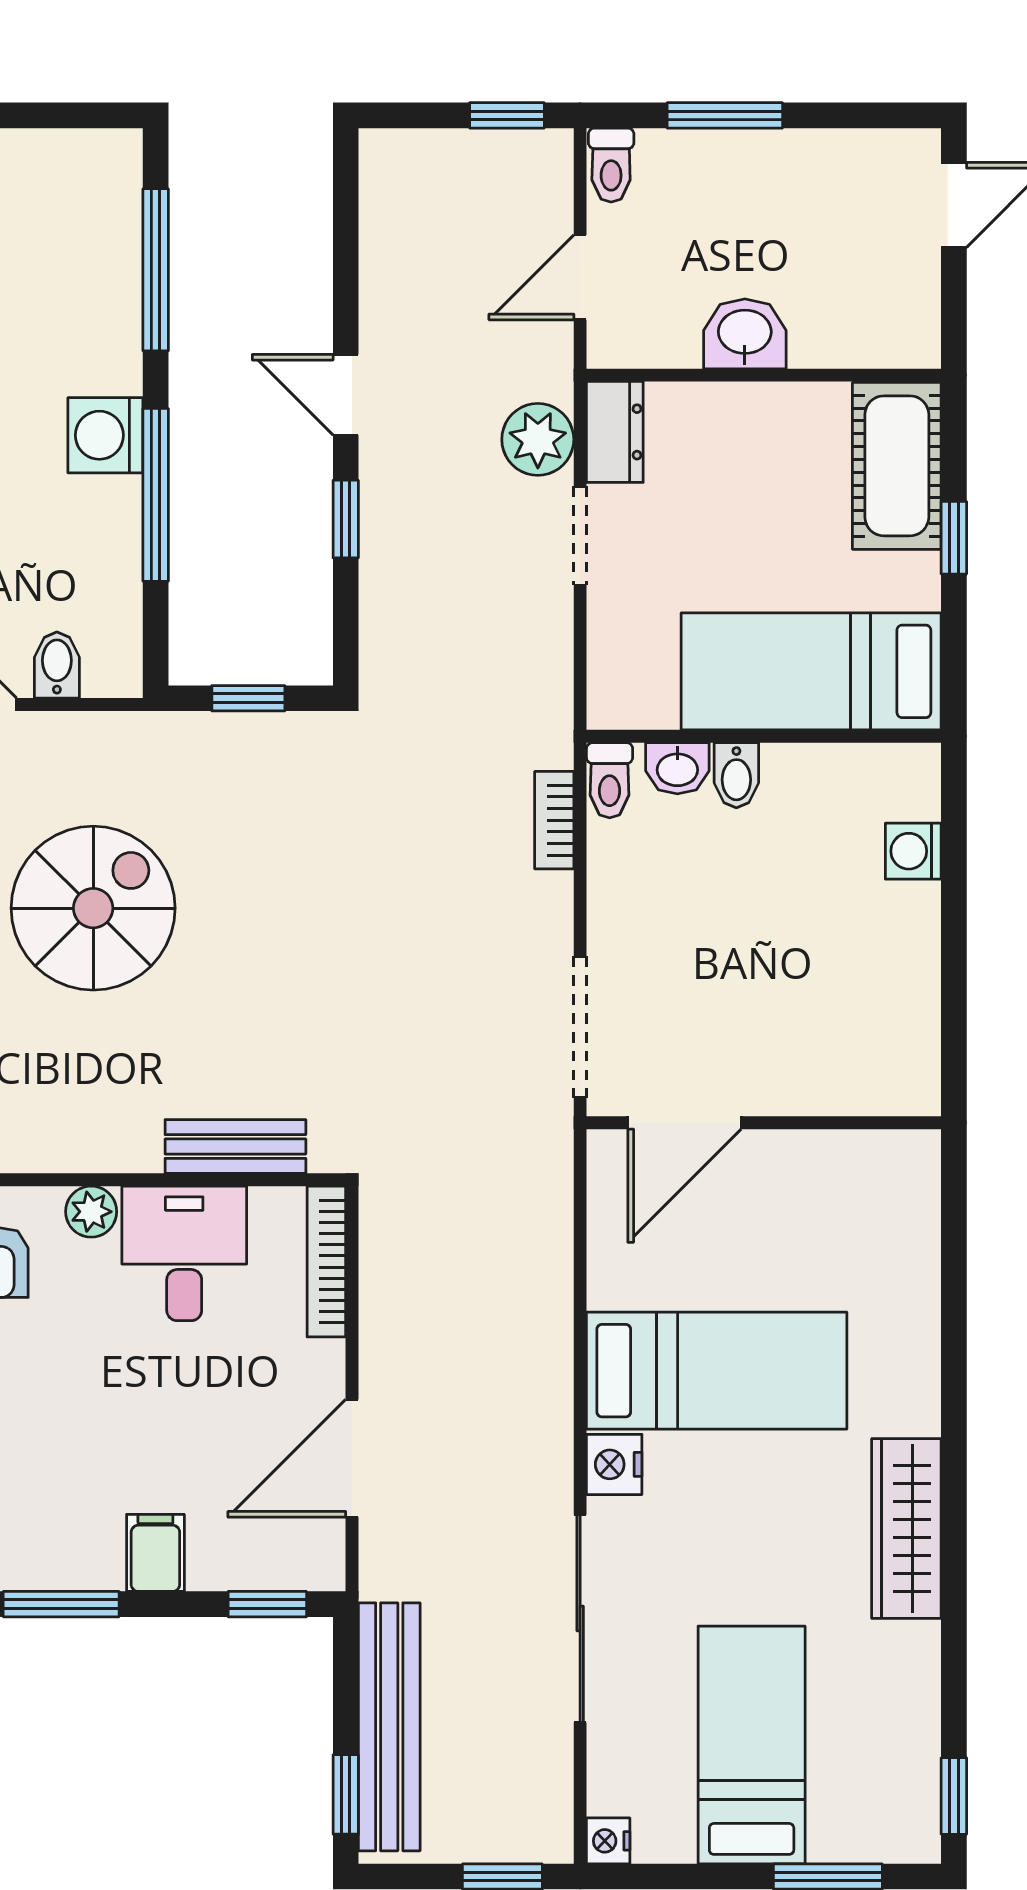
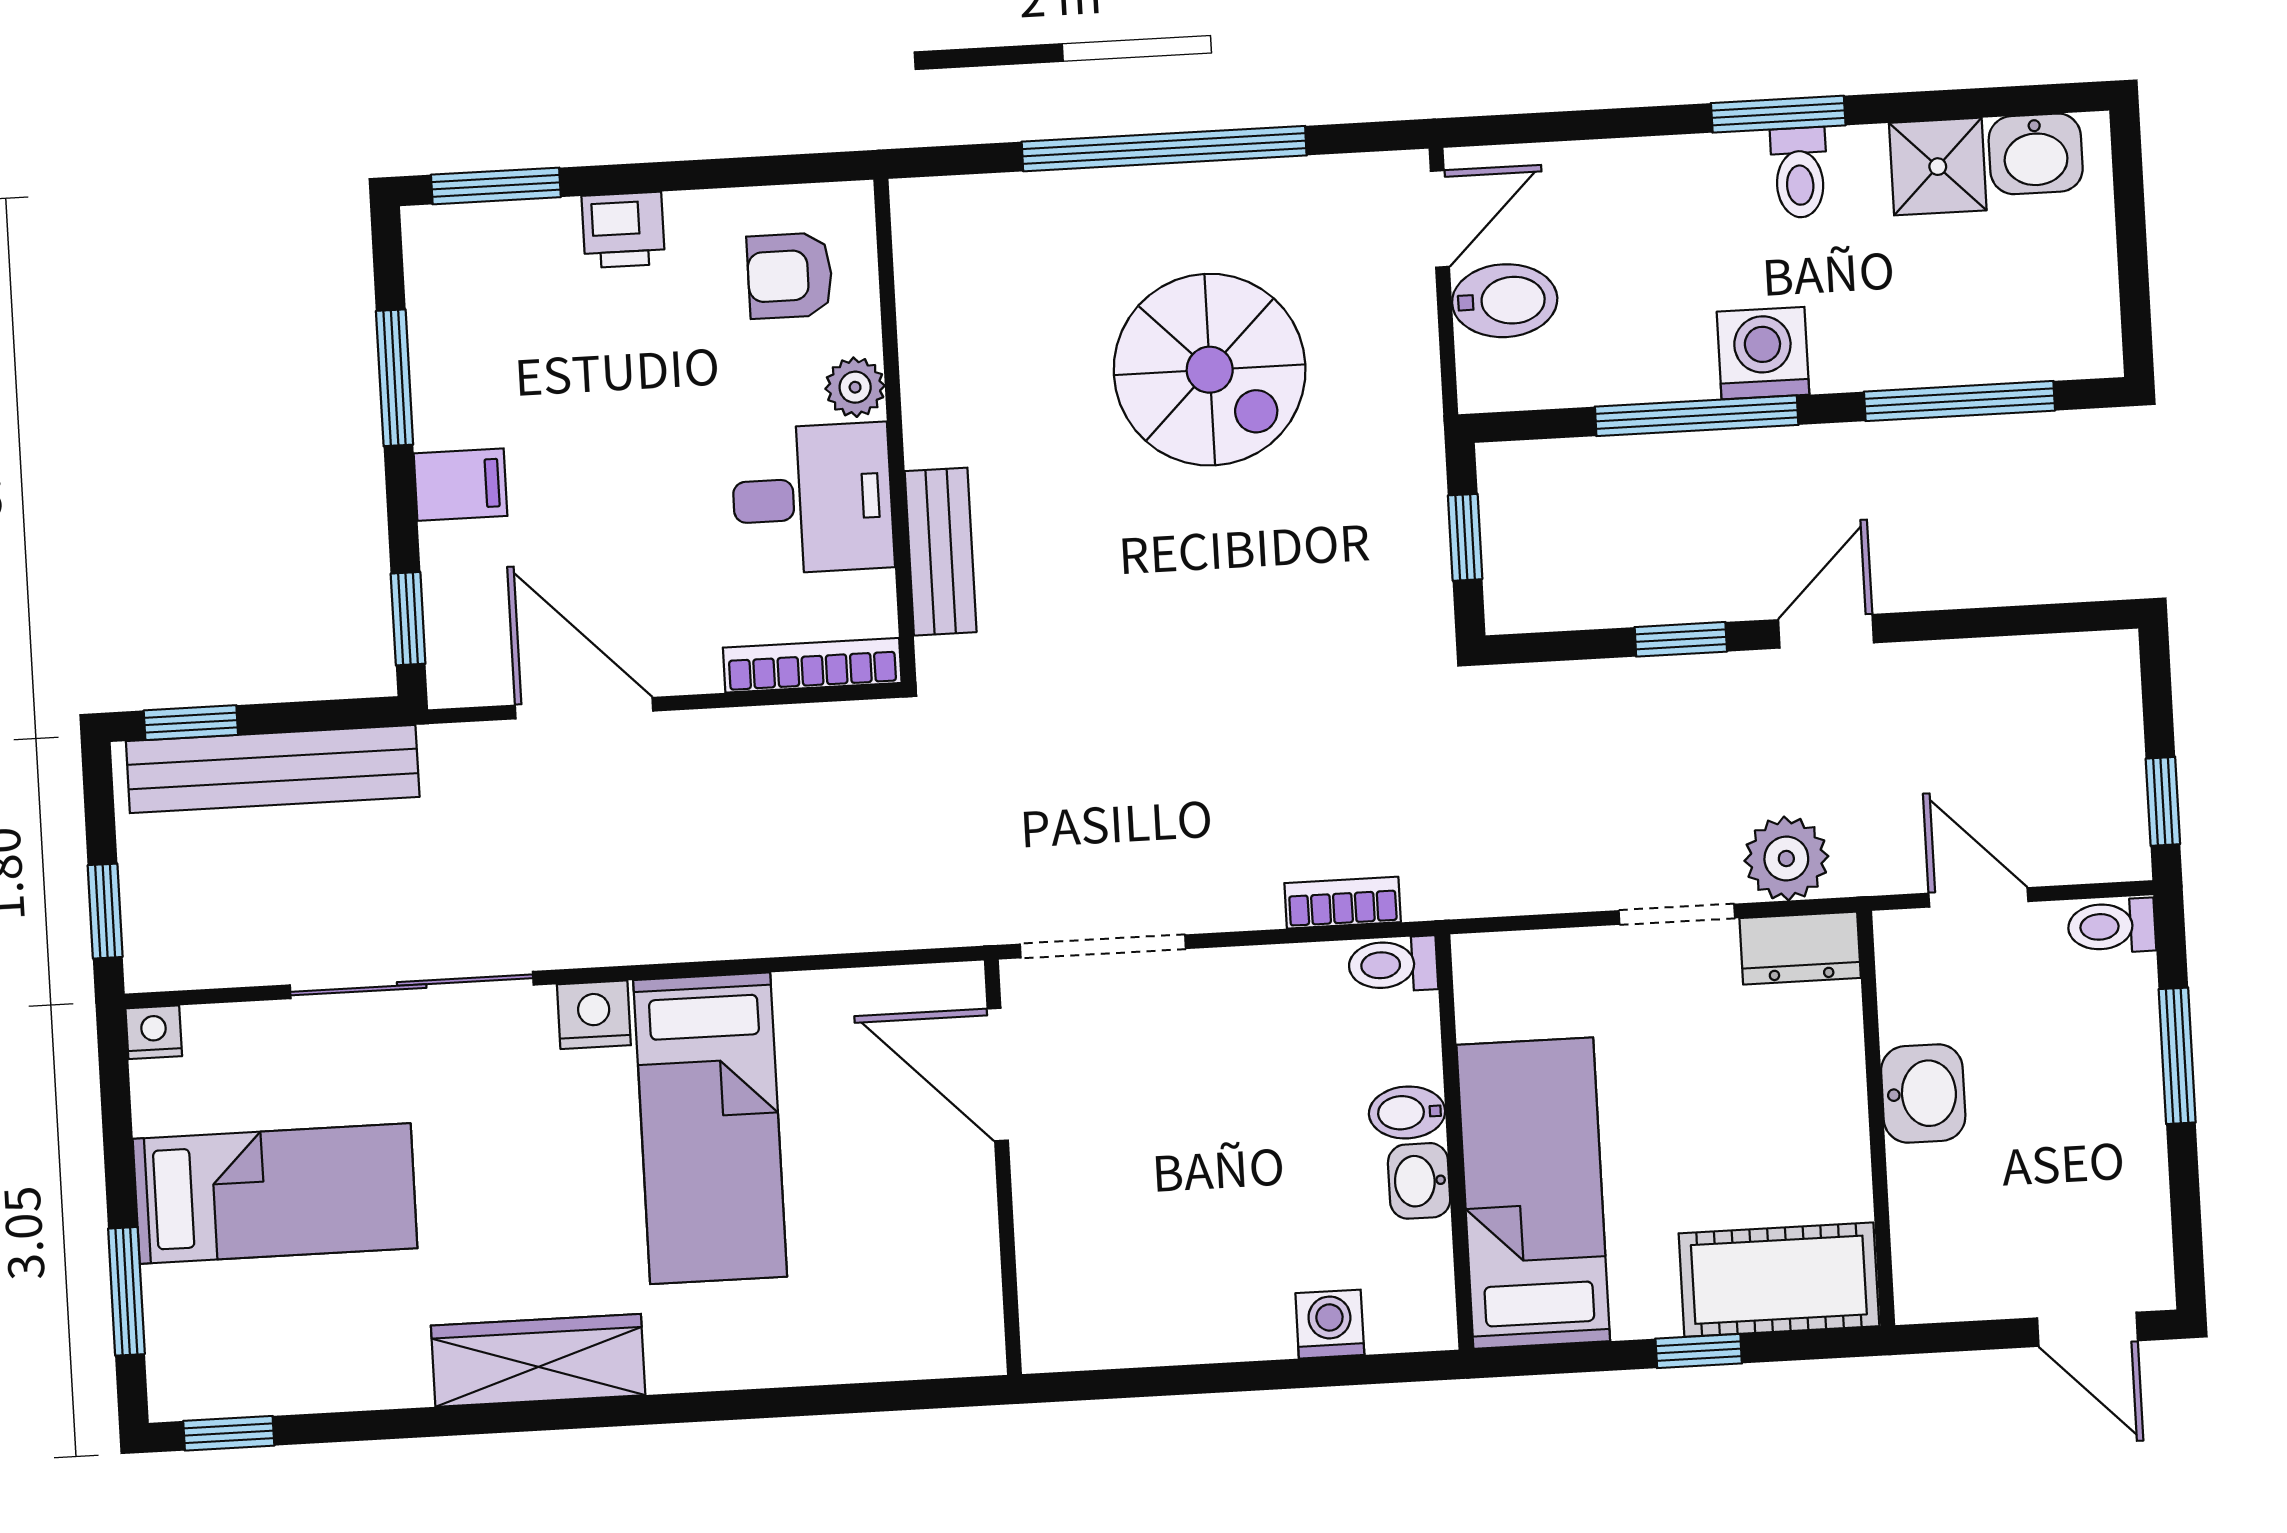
bidet: (57, 665) -> (1505, 301), width x1.38, depth x1.36
washbasin: (677, 768) -> (1419, 1181), moved

